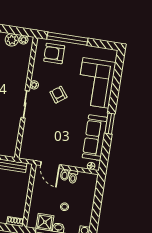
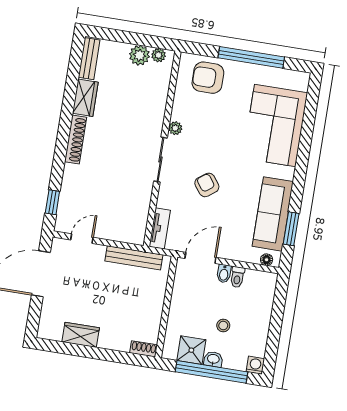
window: (67, 39) -> (251, 57), moved
armchair: (58, 95) -> (207, 185), moved
window: (110, 124) -> (291, 229), moved
tv unit: (25, 147) -> (160, 228), added
door: (50, 165) -> (200, 258), swing flipped

